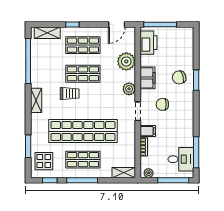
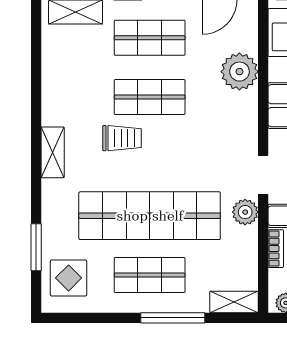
window: (28, 61) -> (36, 71), removed
plant: (129, 89) -> (245, 212), moved
window: (50, 180) -> (81, 318), removed
window: (82, 180) -> (173, 318), moved

